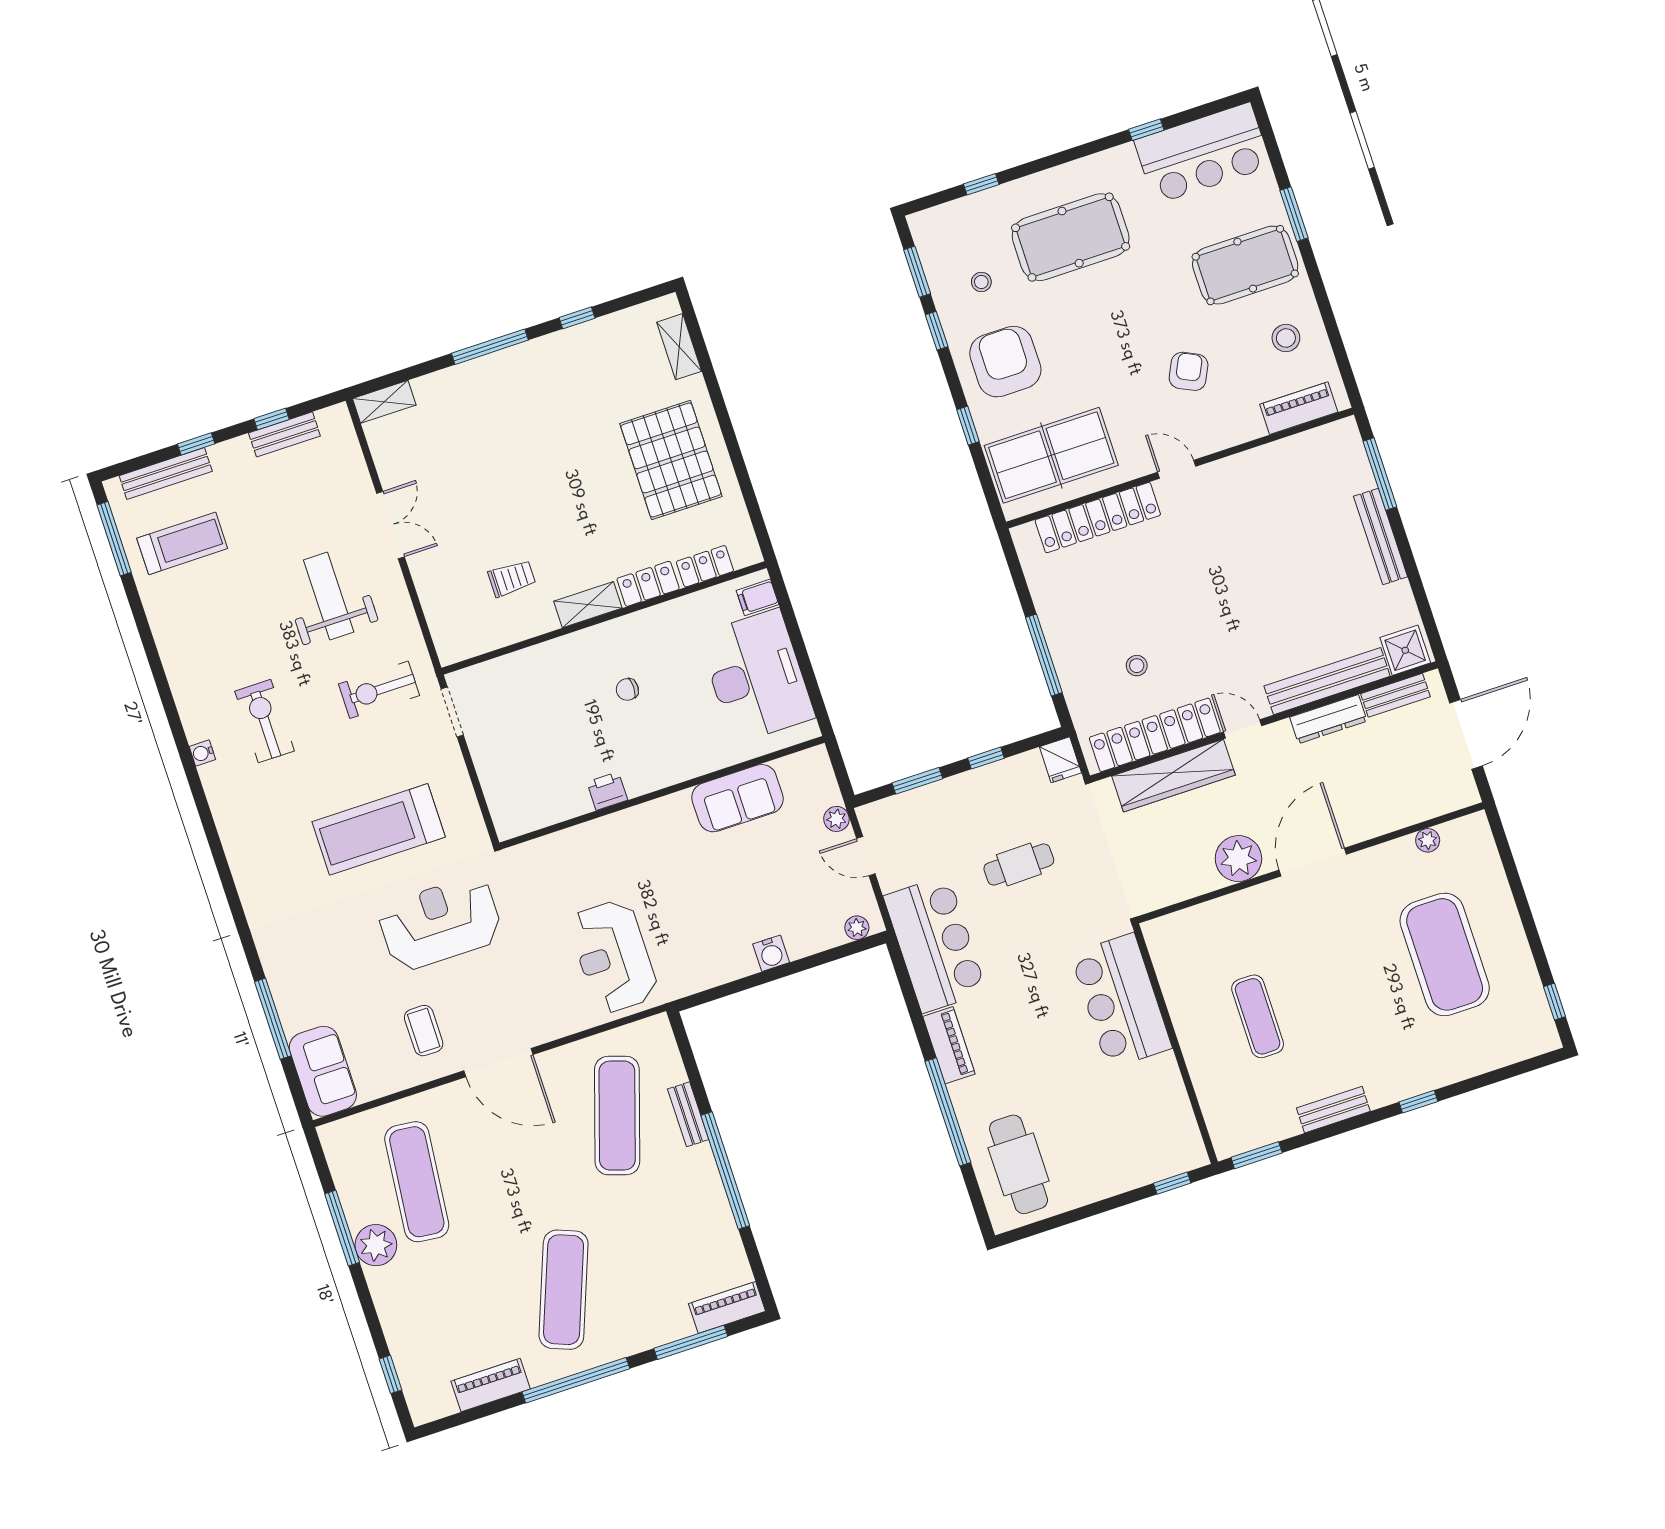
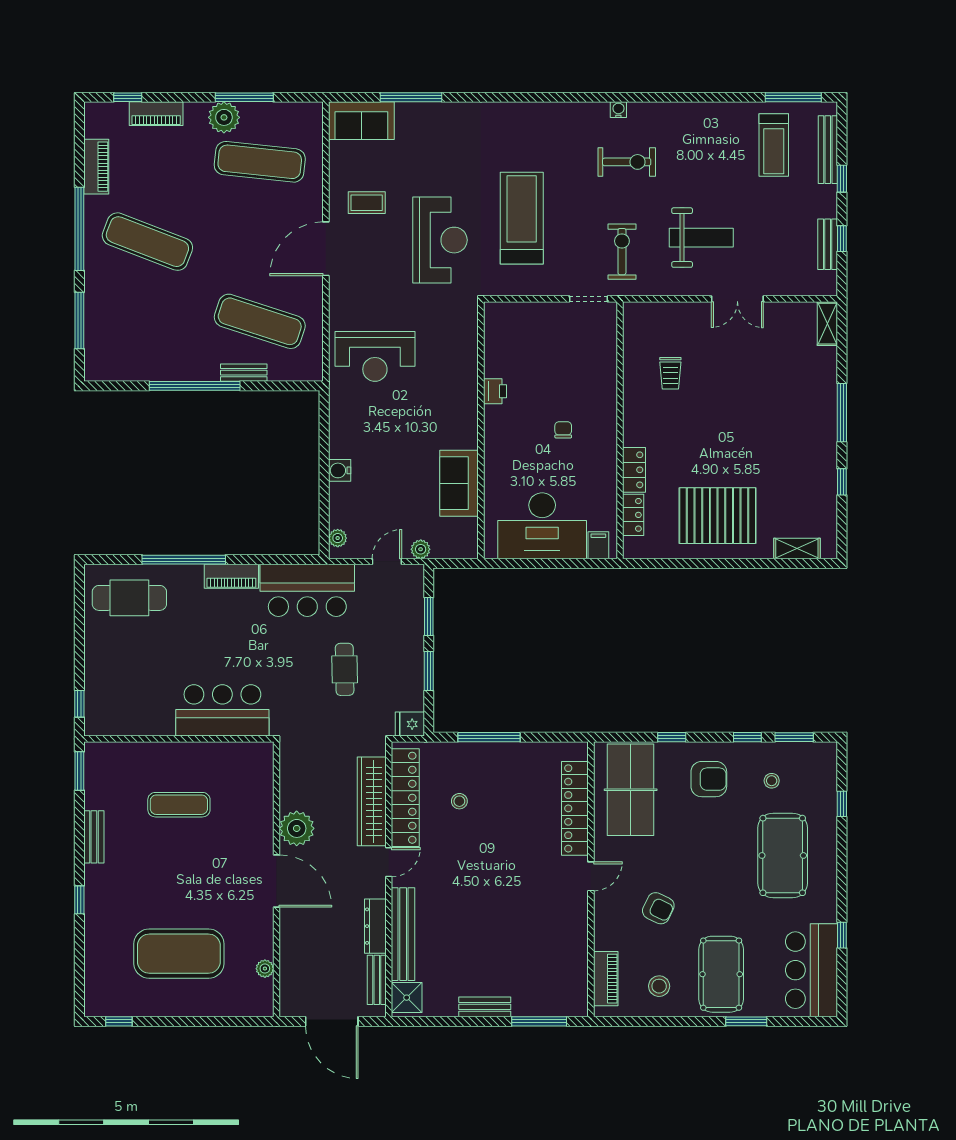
armchair: (1005, 362) -> (709, 779), width x0.73, depth x0.73
bench: (1381, 537) -> (485, 1007), width x0.73
shelving: (588, 605) -> (633, 422), removed
window: (986, 758) -> (429, 671), width x1.50
reception desk: (613, 956) -> (375, 356), turned 180
piano: (727, 1307) -> (156, 114), moved, turned 90

